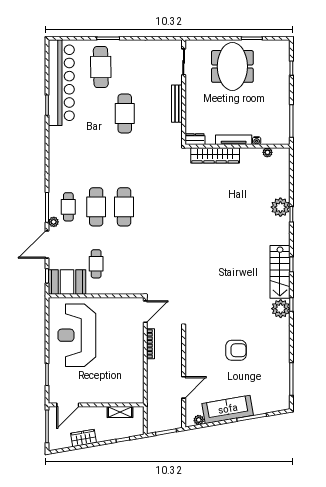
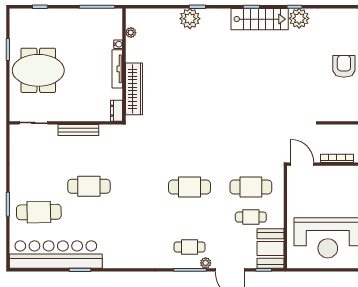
cafe table: (96, 207) -> (251, 187), moved

